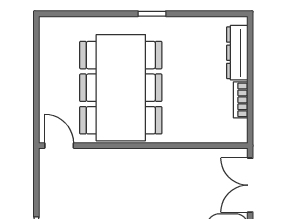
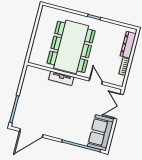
door: (59, 146) -> (96, 81), moved
tv unit: (117, 158) -> (61, 78), added

